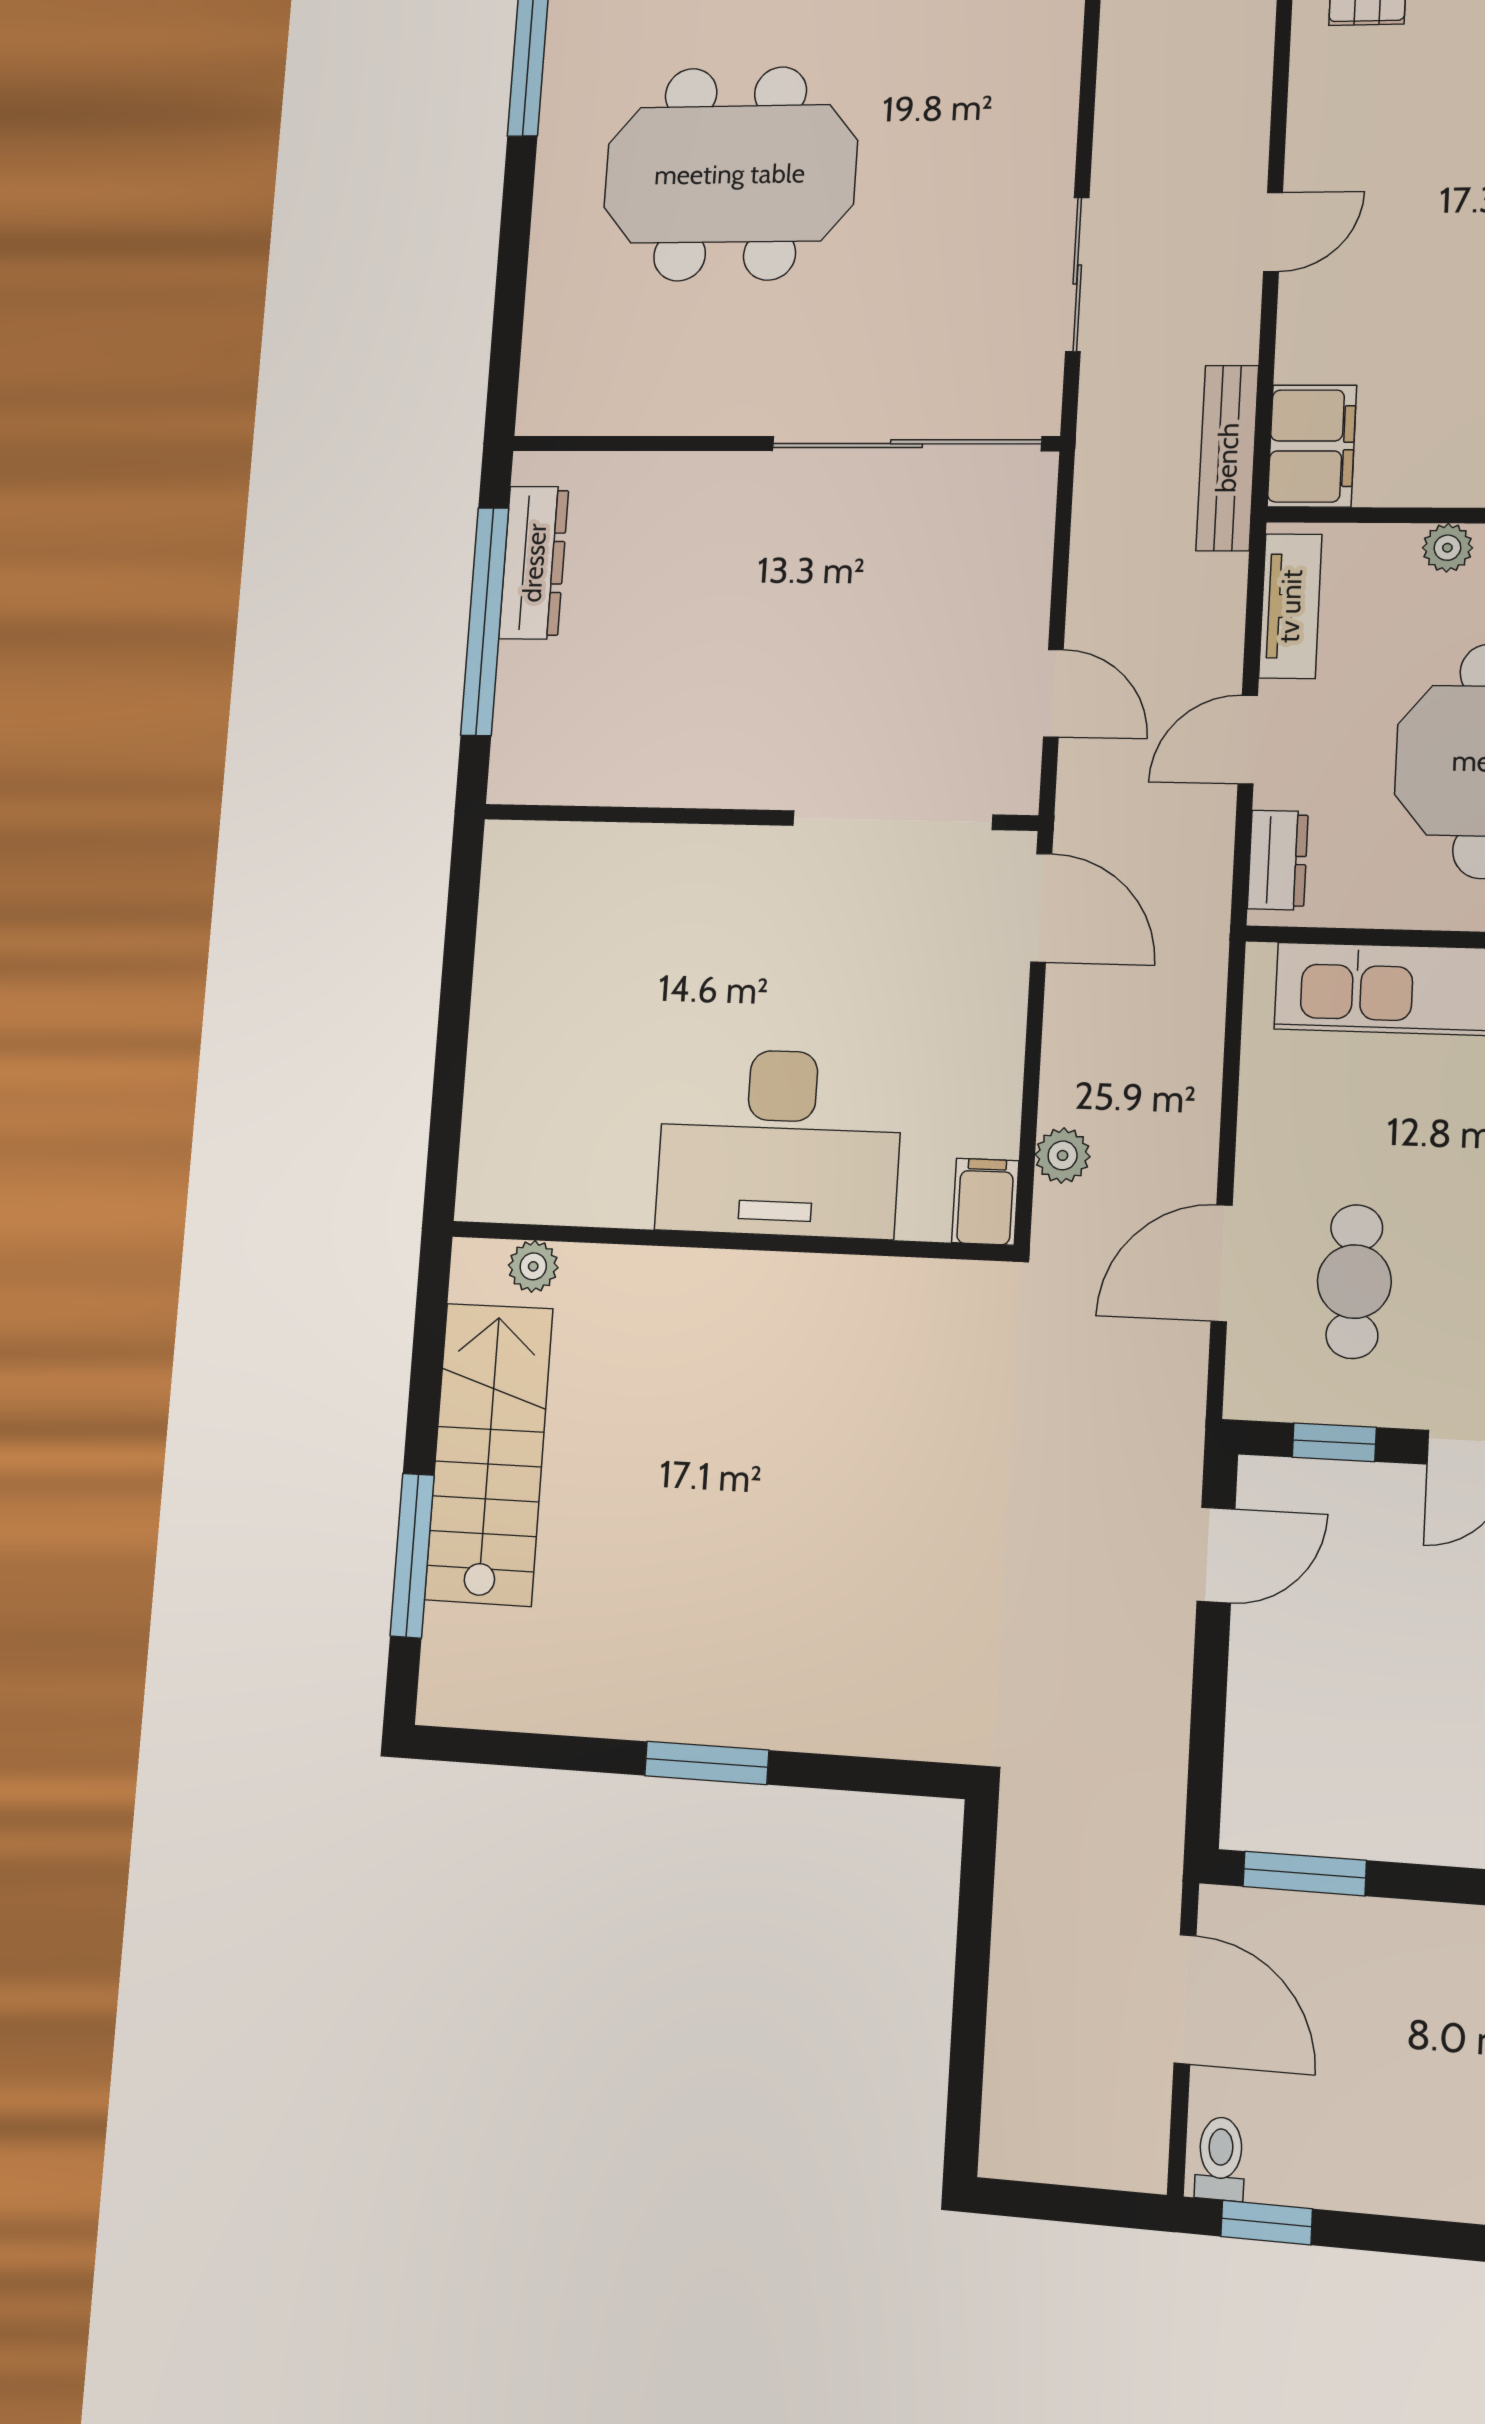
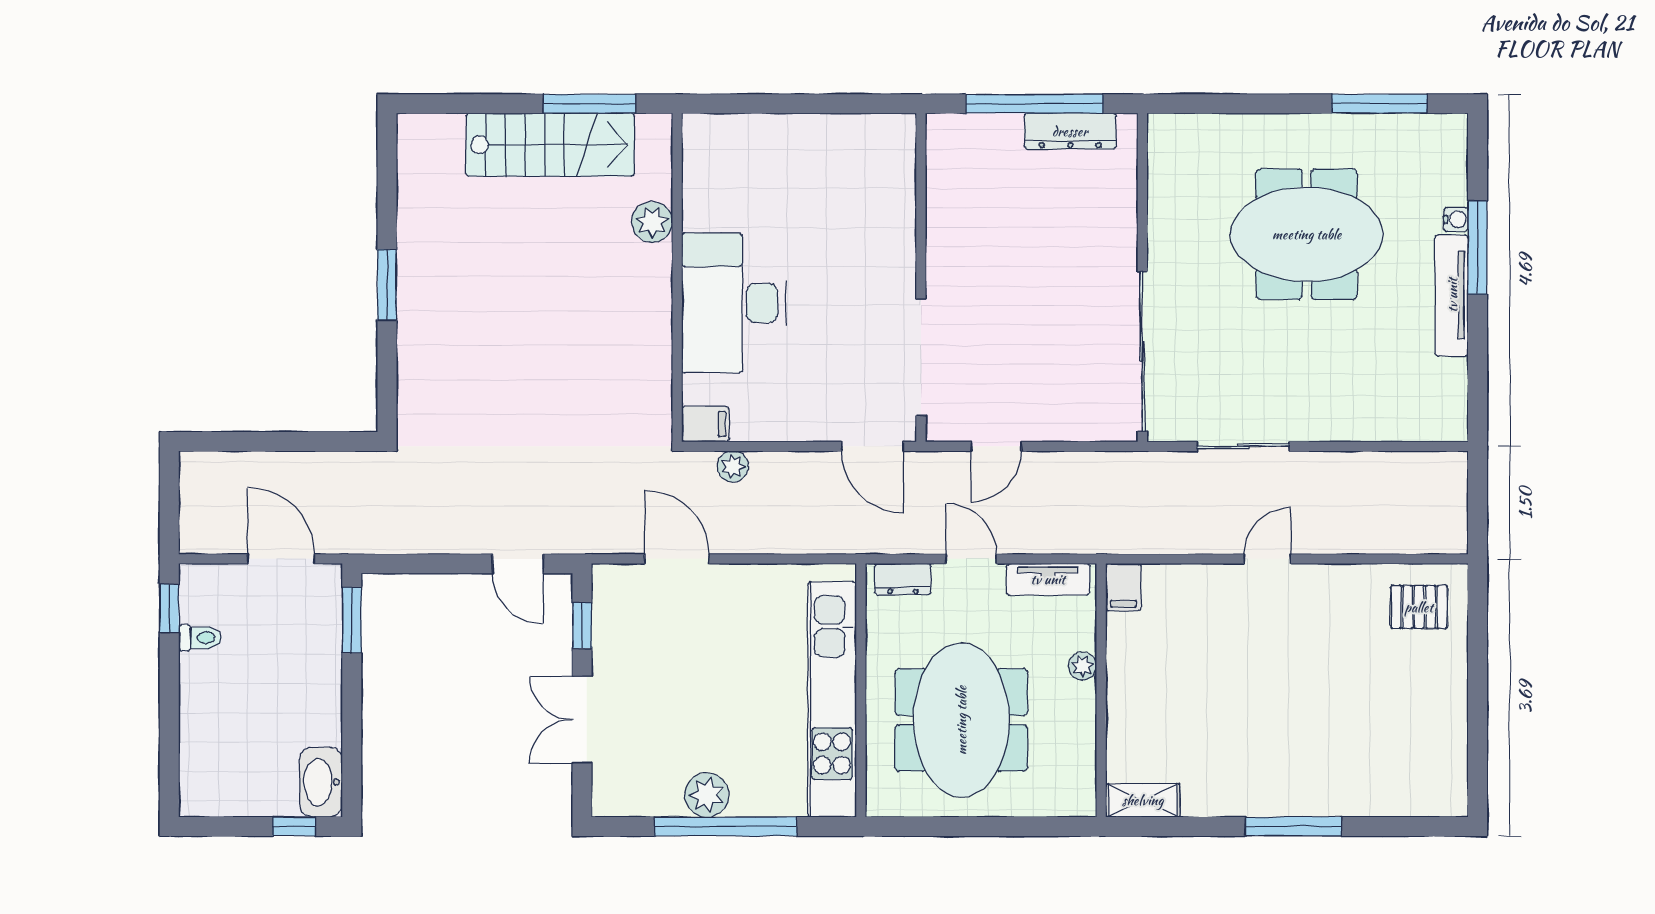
meeting table: (730, 174) -> (1307, 234), turned 90
door: (1273, 232) -> (1267, 559), swing flipped
filing cabinet: (1312, 446) -> (1123, 587), width x0.50
bench: (1227, 458) -> (1134, 539), removed
door: (1041, 908) -> (872, 446), hinge flipped
plant: (533, 1266) -> (652, 222), moved, width x1.38, depth x1.38
cafe table: (1354, 1282) -> (670, 632), removed
window: (412, 1556) -> (589, 104), moved
door: (1185, 1999) -> (281, 559), swing flipped
toilet: (1220, 2159) -> (200, 638), moved

